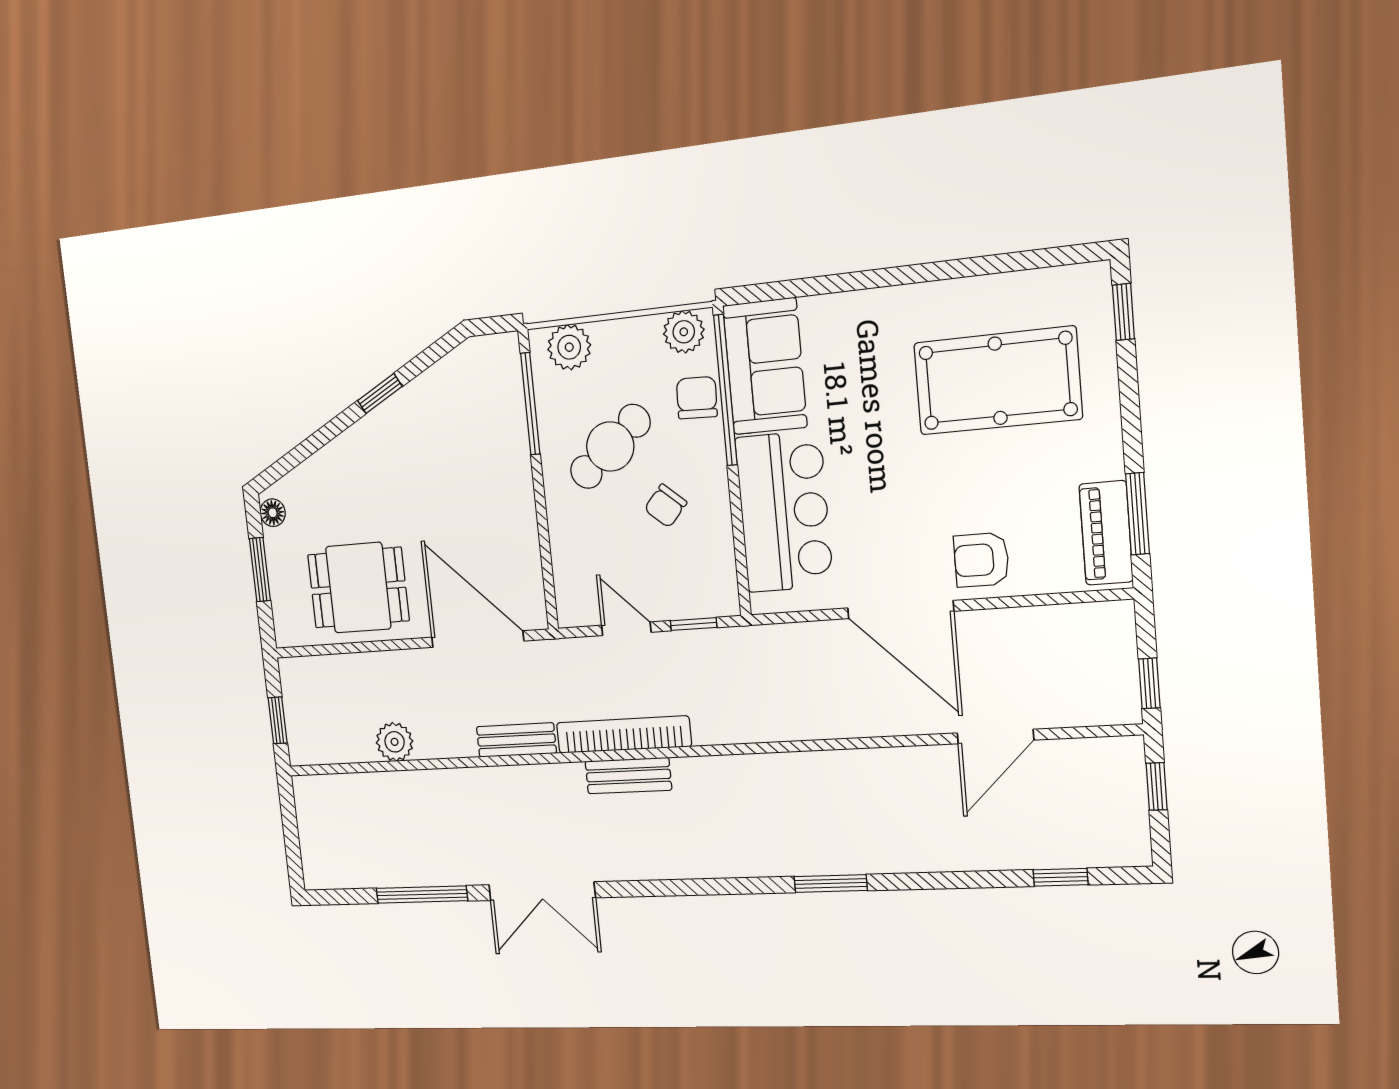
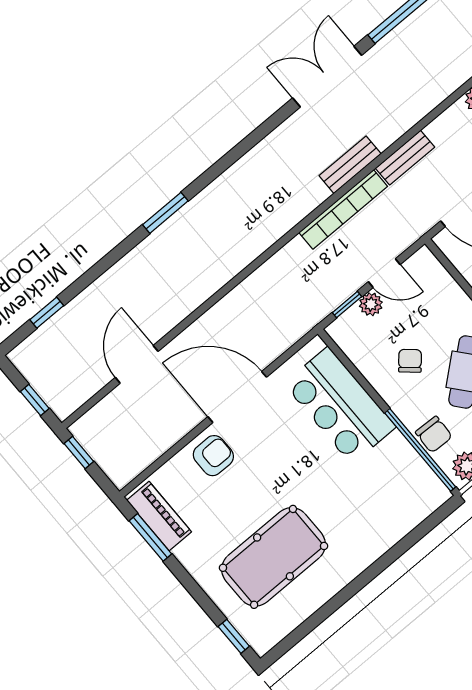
sofa: (765, 366) -> (407, 478), removed
plant: (666, 604) -> (371, 304), added
bench: (628, 776) -> (350, 165), moved

